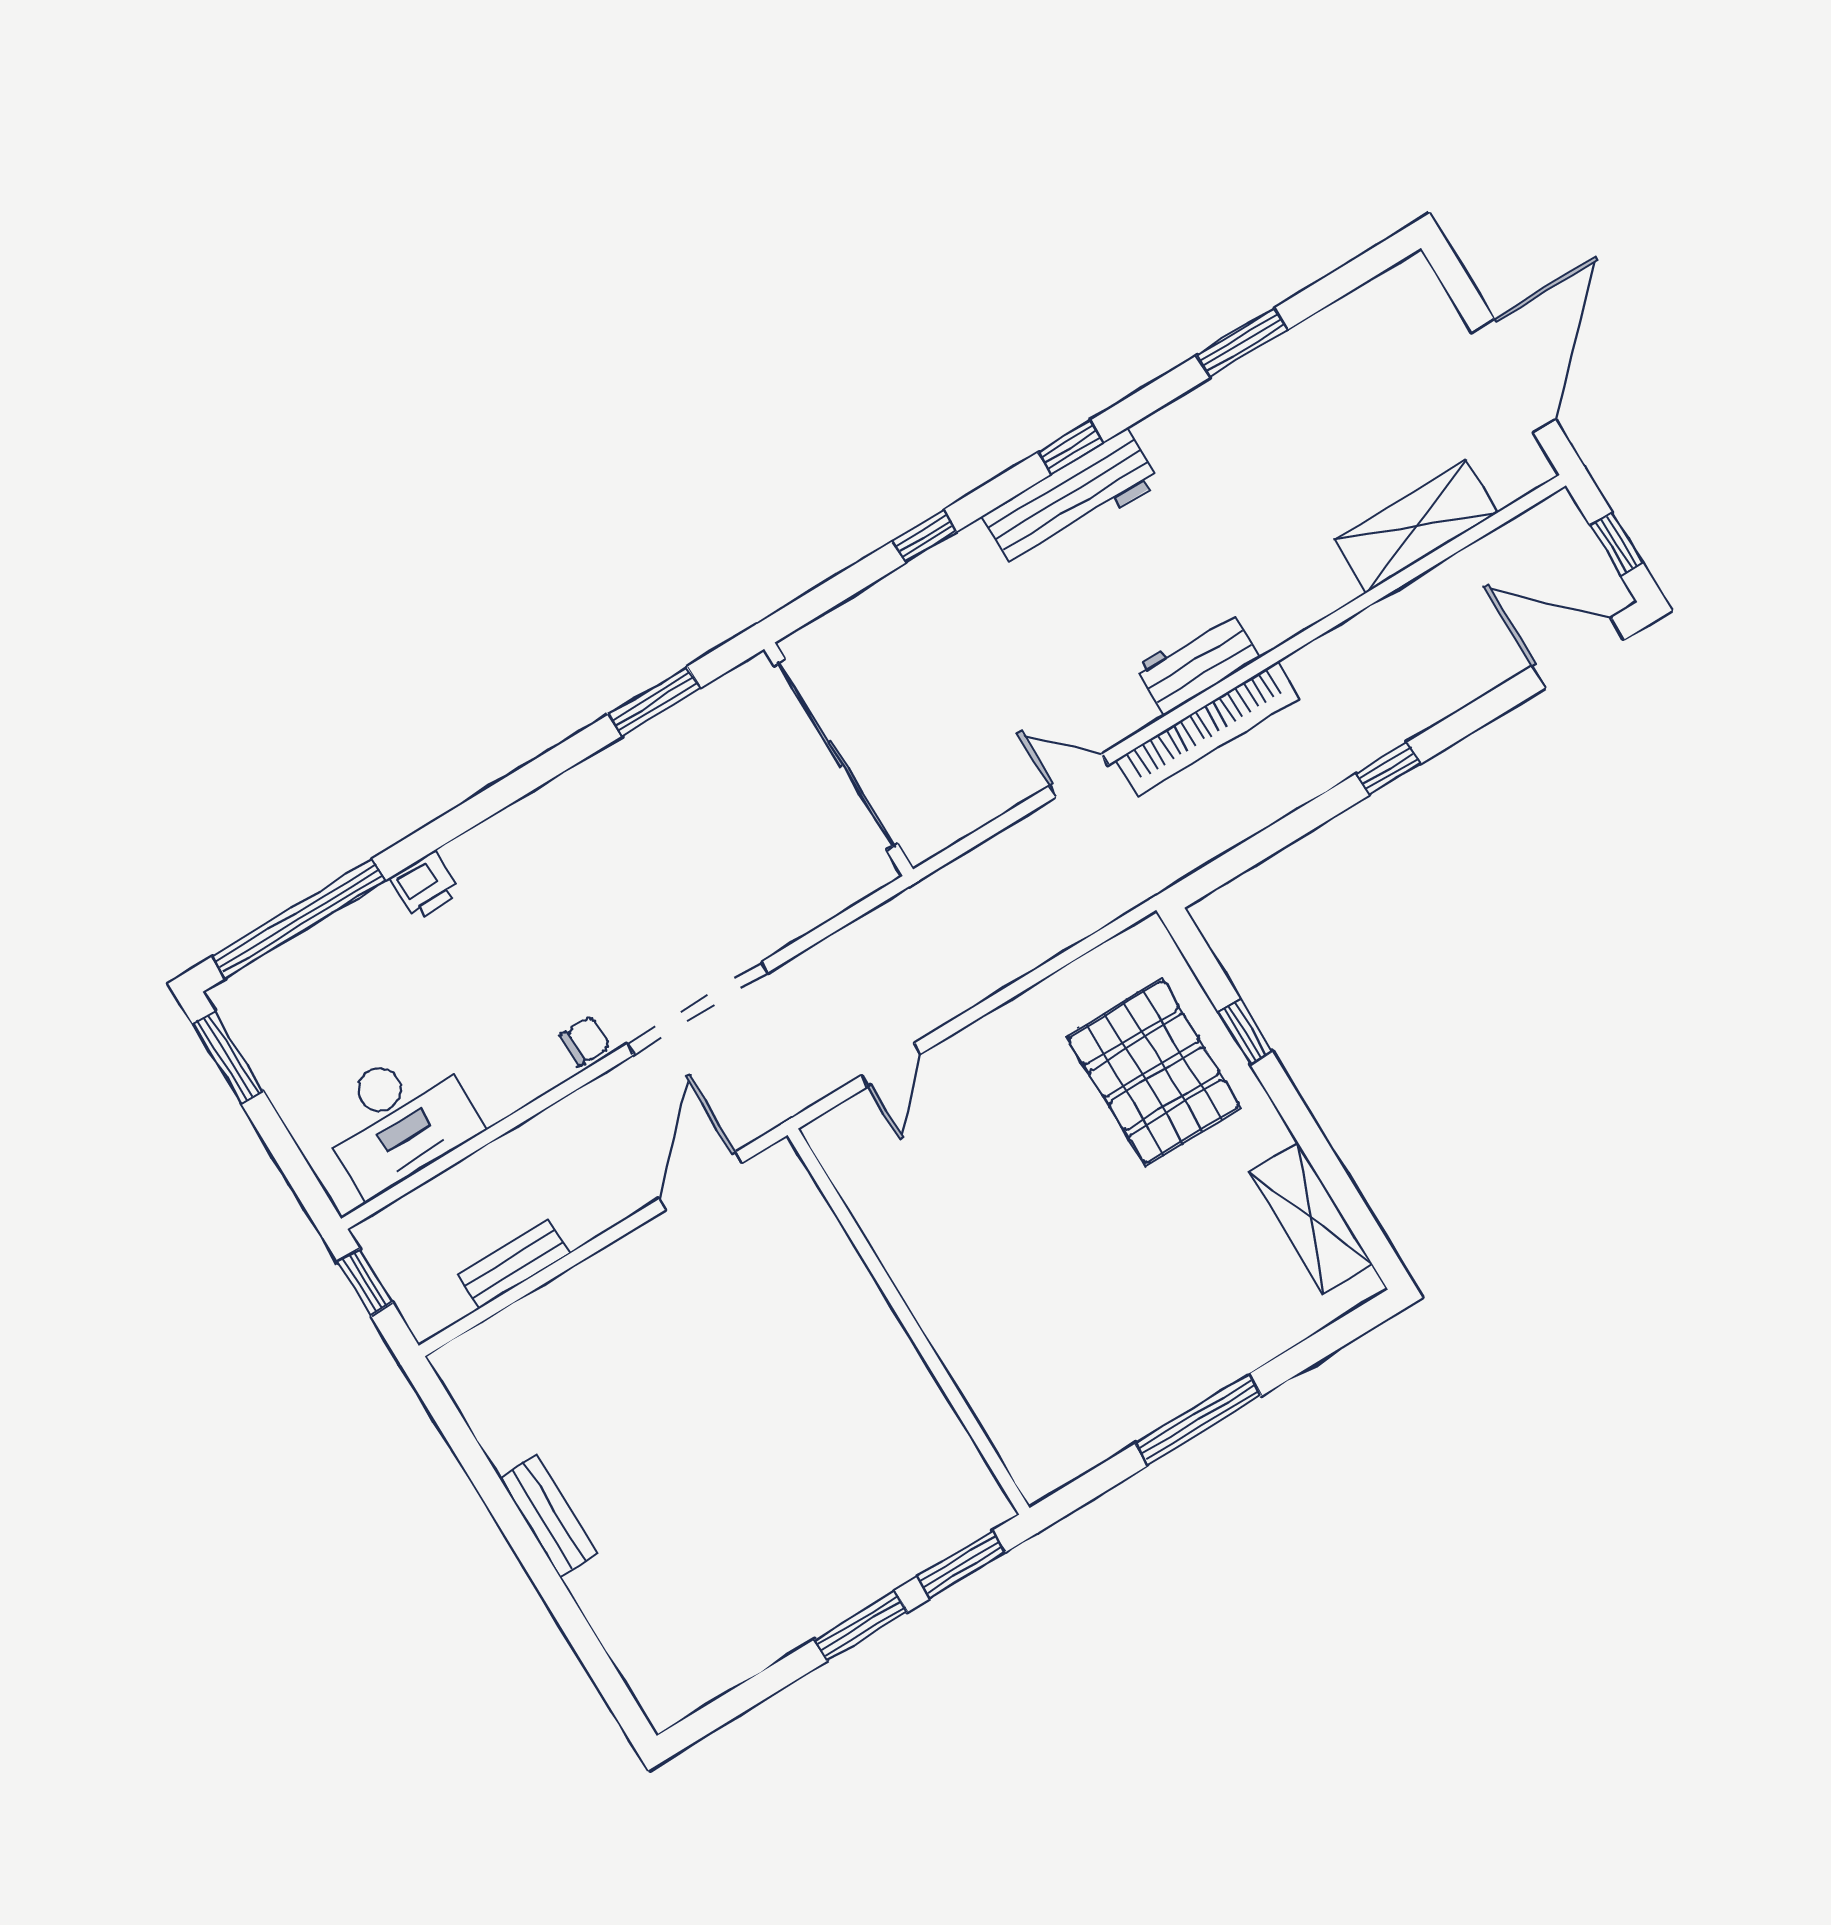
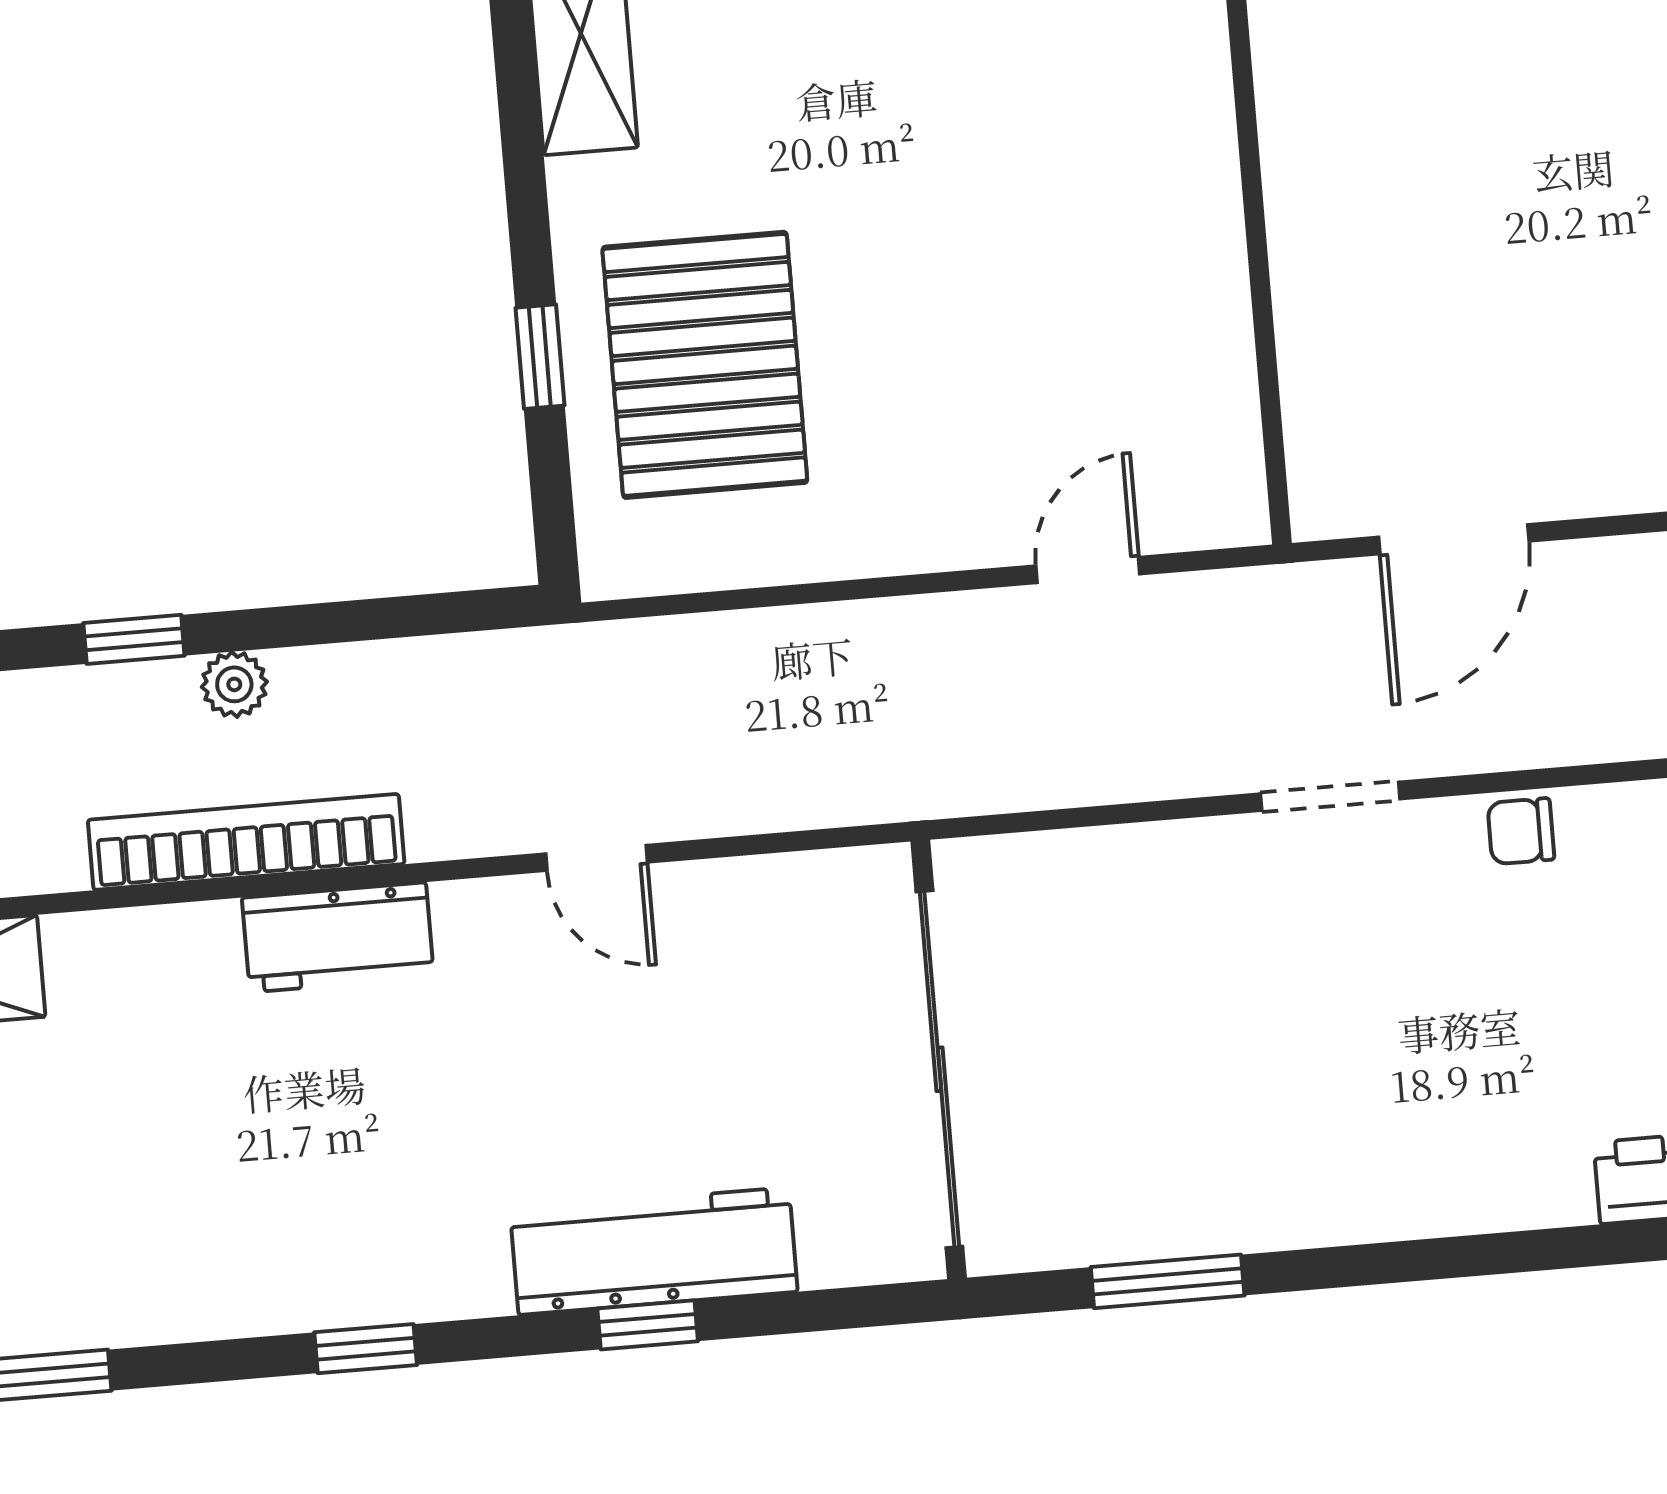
workbench: (1071, 499) -> (654, 1251), moved
bookcase: (1208, 729) -> (246, 842), moved
plant: (1322, 771) -> (234, 684), added
doorway: (698, 1008) -> (1330, 796), width x0.53

